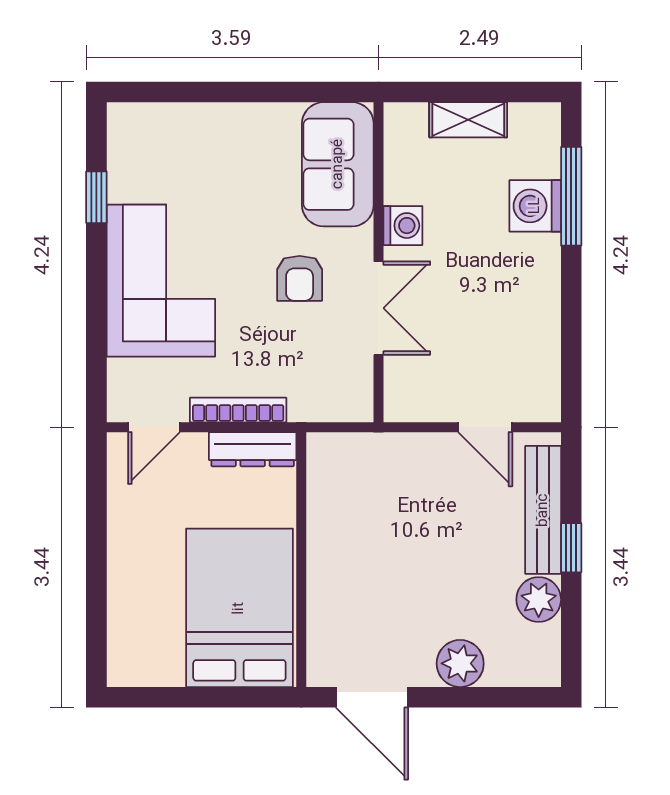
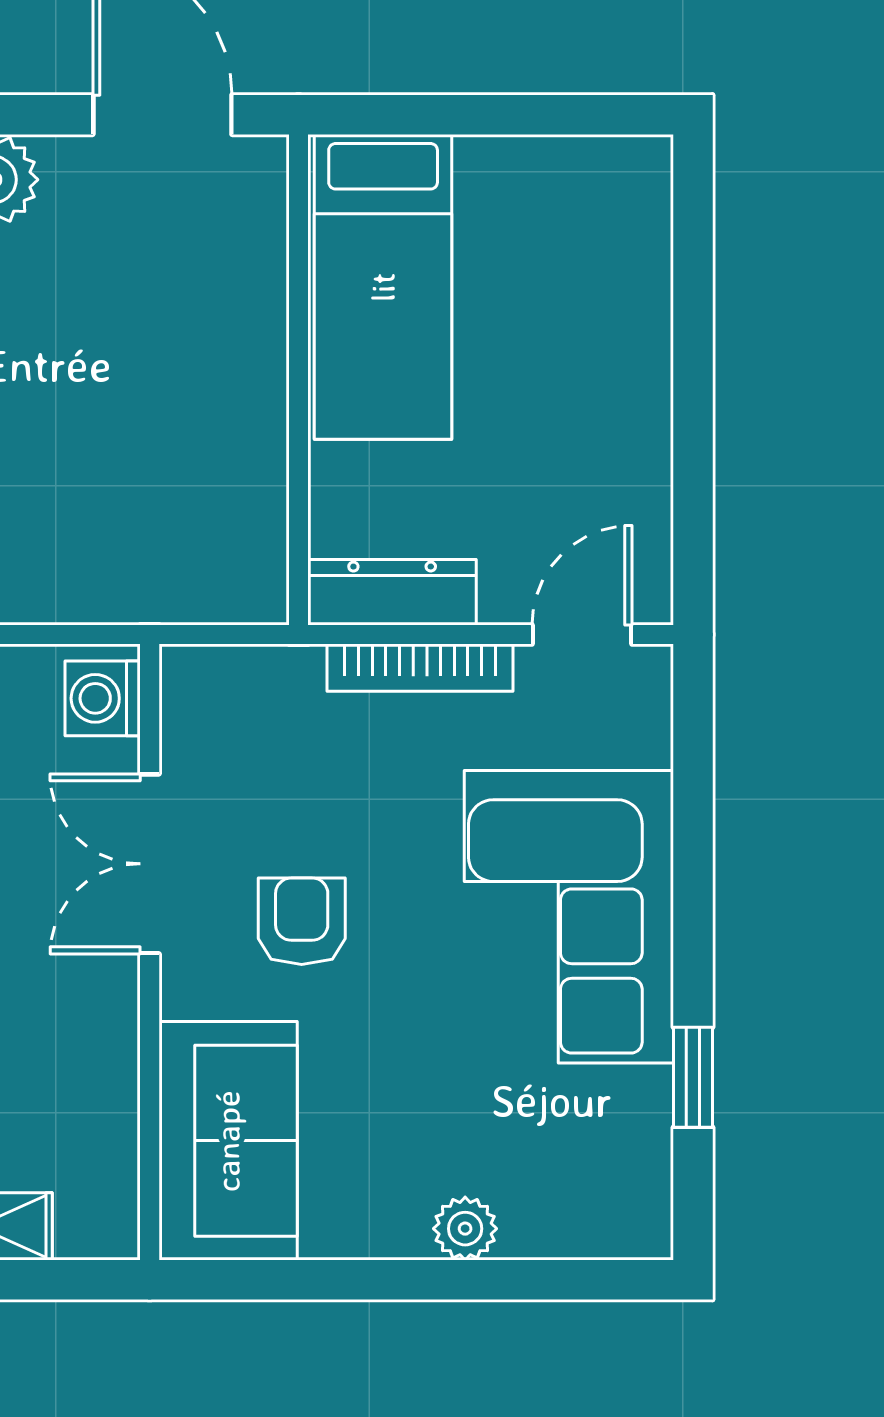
plant: (215, 119) -> (465, 1229), added
washing machine: (403, 226) -> (103, 698), moved
bed: (239, 608) -> (383, 287), width x0.67

